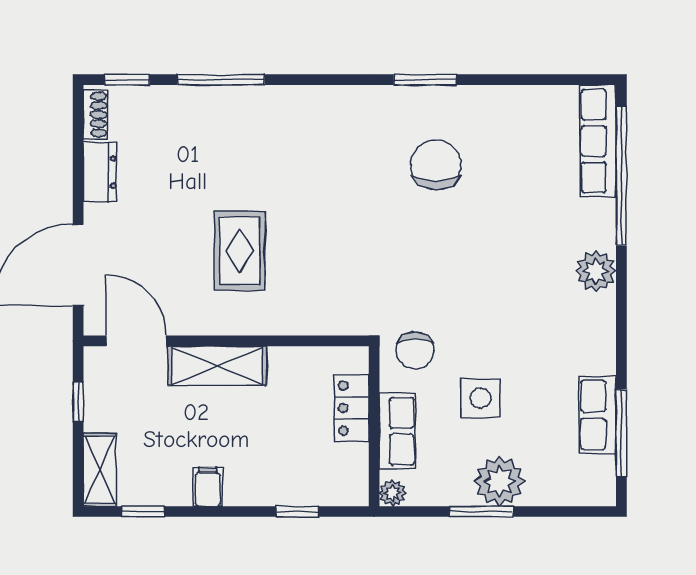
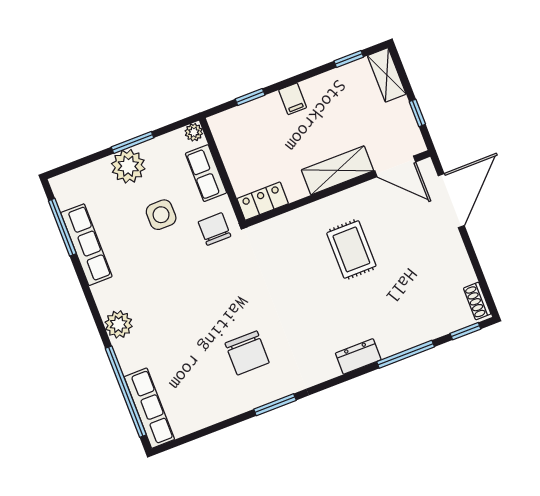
dresser: (100, 172) -> (358, 356), moved, turned 90
locker: (352, 408) -> (263, 201), moved, turned -90
row of seats: (598, 415) -> (86, 245), width x1.48
filing cabinet: (208, 487) -> (293, 99), moved

